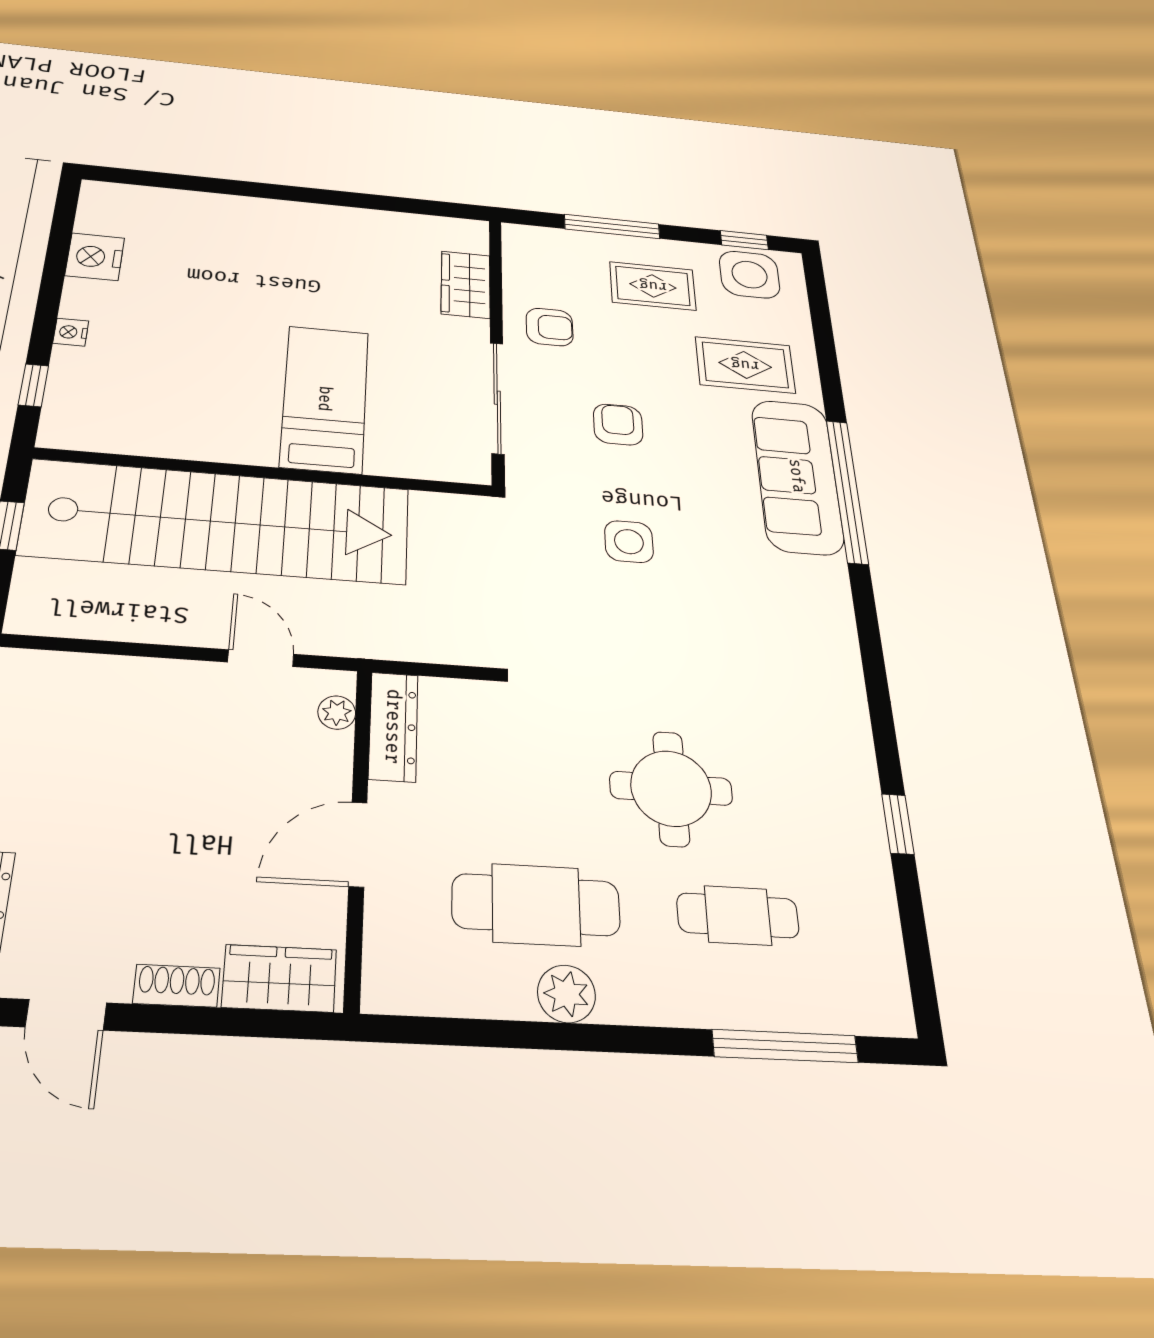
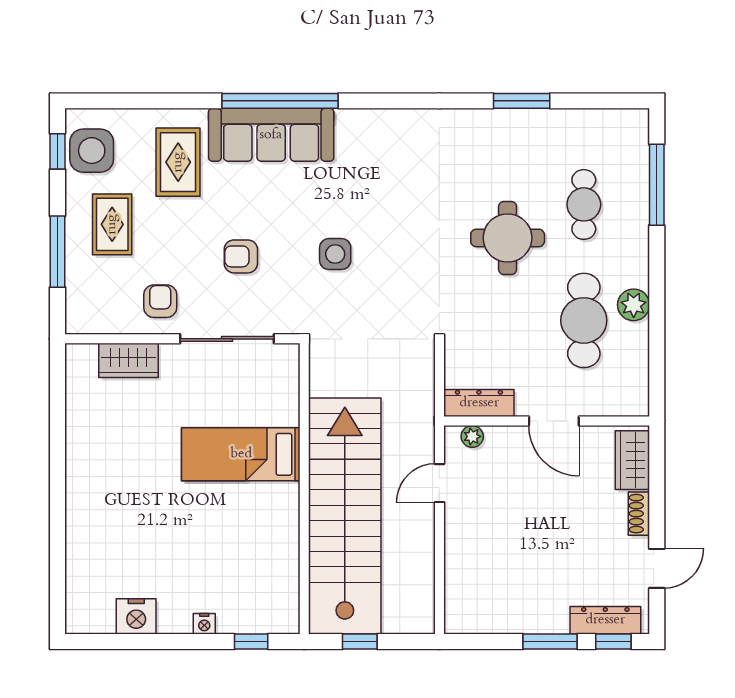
window: (898, 824) -> (522, 101), width x1.50

